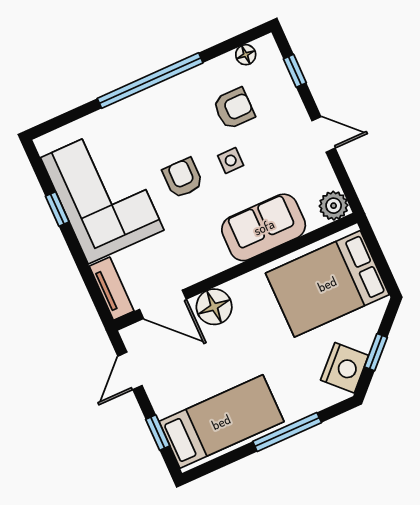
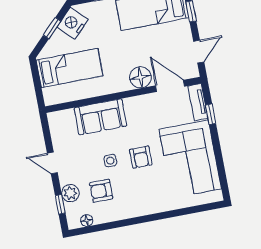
window: (150, 81) -> (146, 219), removed
plant: (334, 206) -> (70, 193), moved
window: (57, 209) -> (211, 114), moved
bed: (327, 284) -> (70, 68), width x0.67

